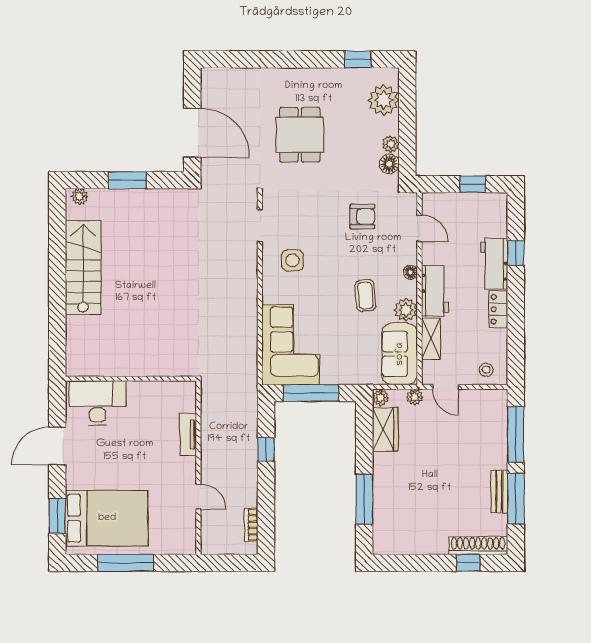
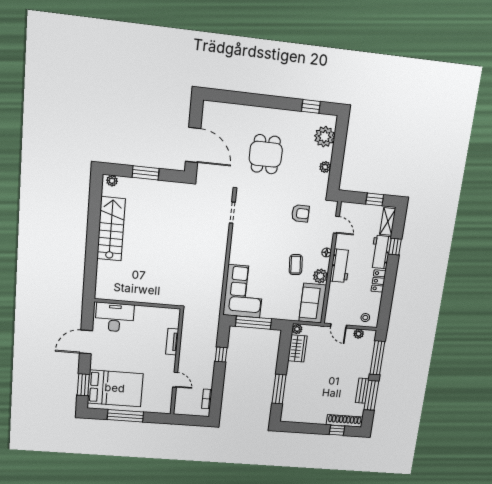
floor lamp: (389, 164) -> (322, 180), removed
side table: (292, 260) -> (251, 238), removed
shelving: (431, 339) -> (388, 221), moved
plant: (415, 397) -> (359, 334), moved

